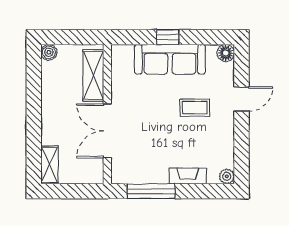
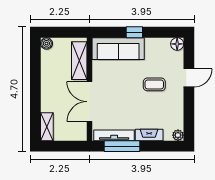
sofa: (170, 59) -> (118, 49), moved
tv unit: (140, 177) -> (114, 135), added

